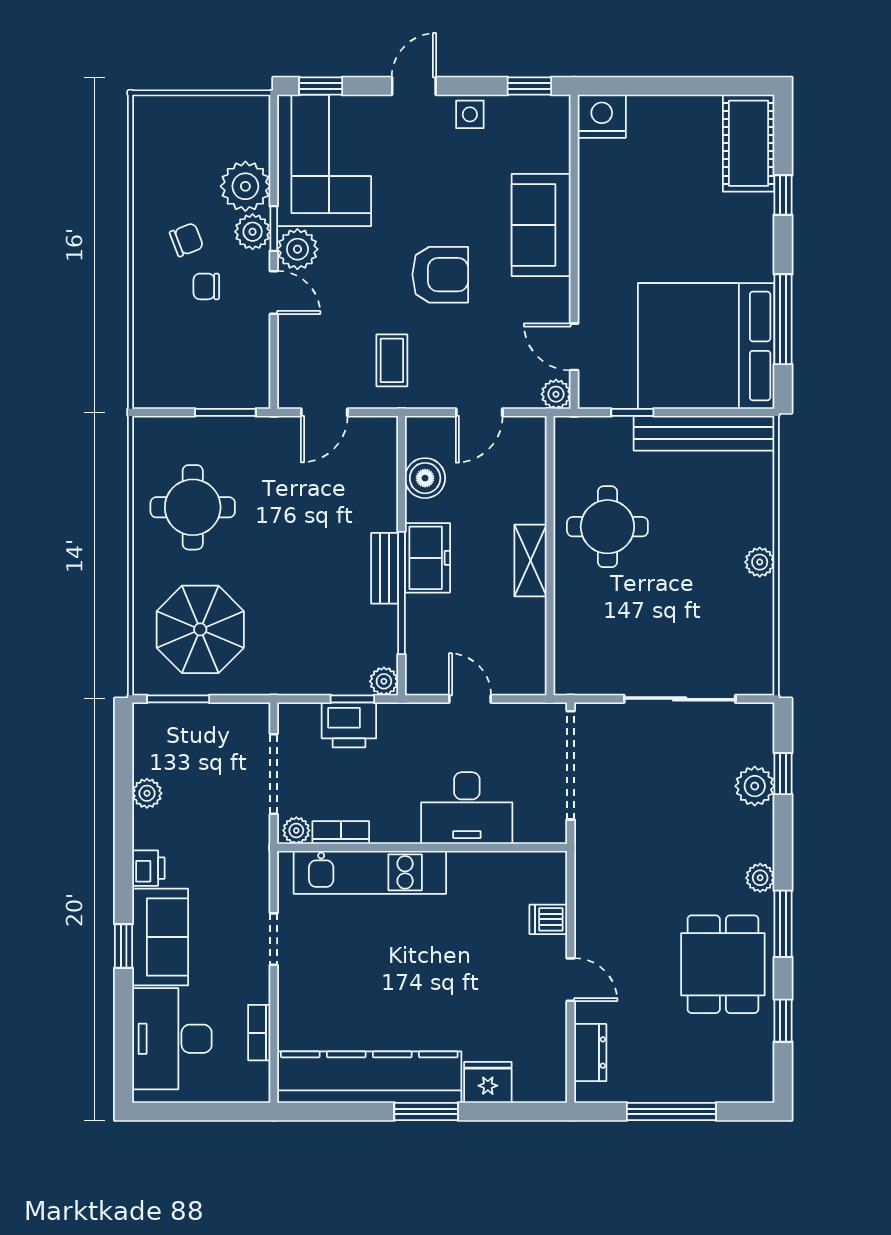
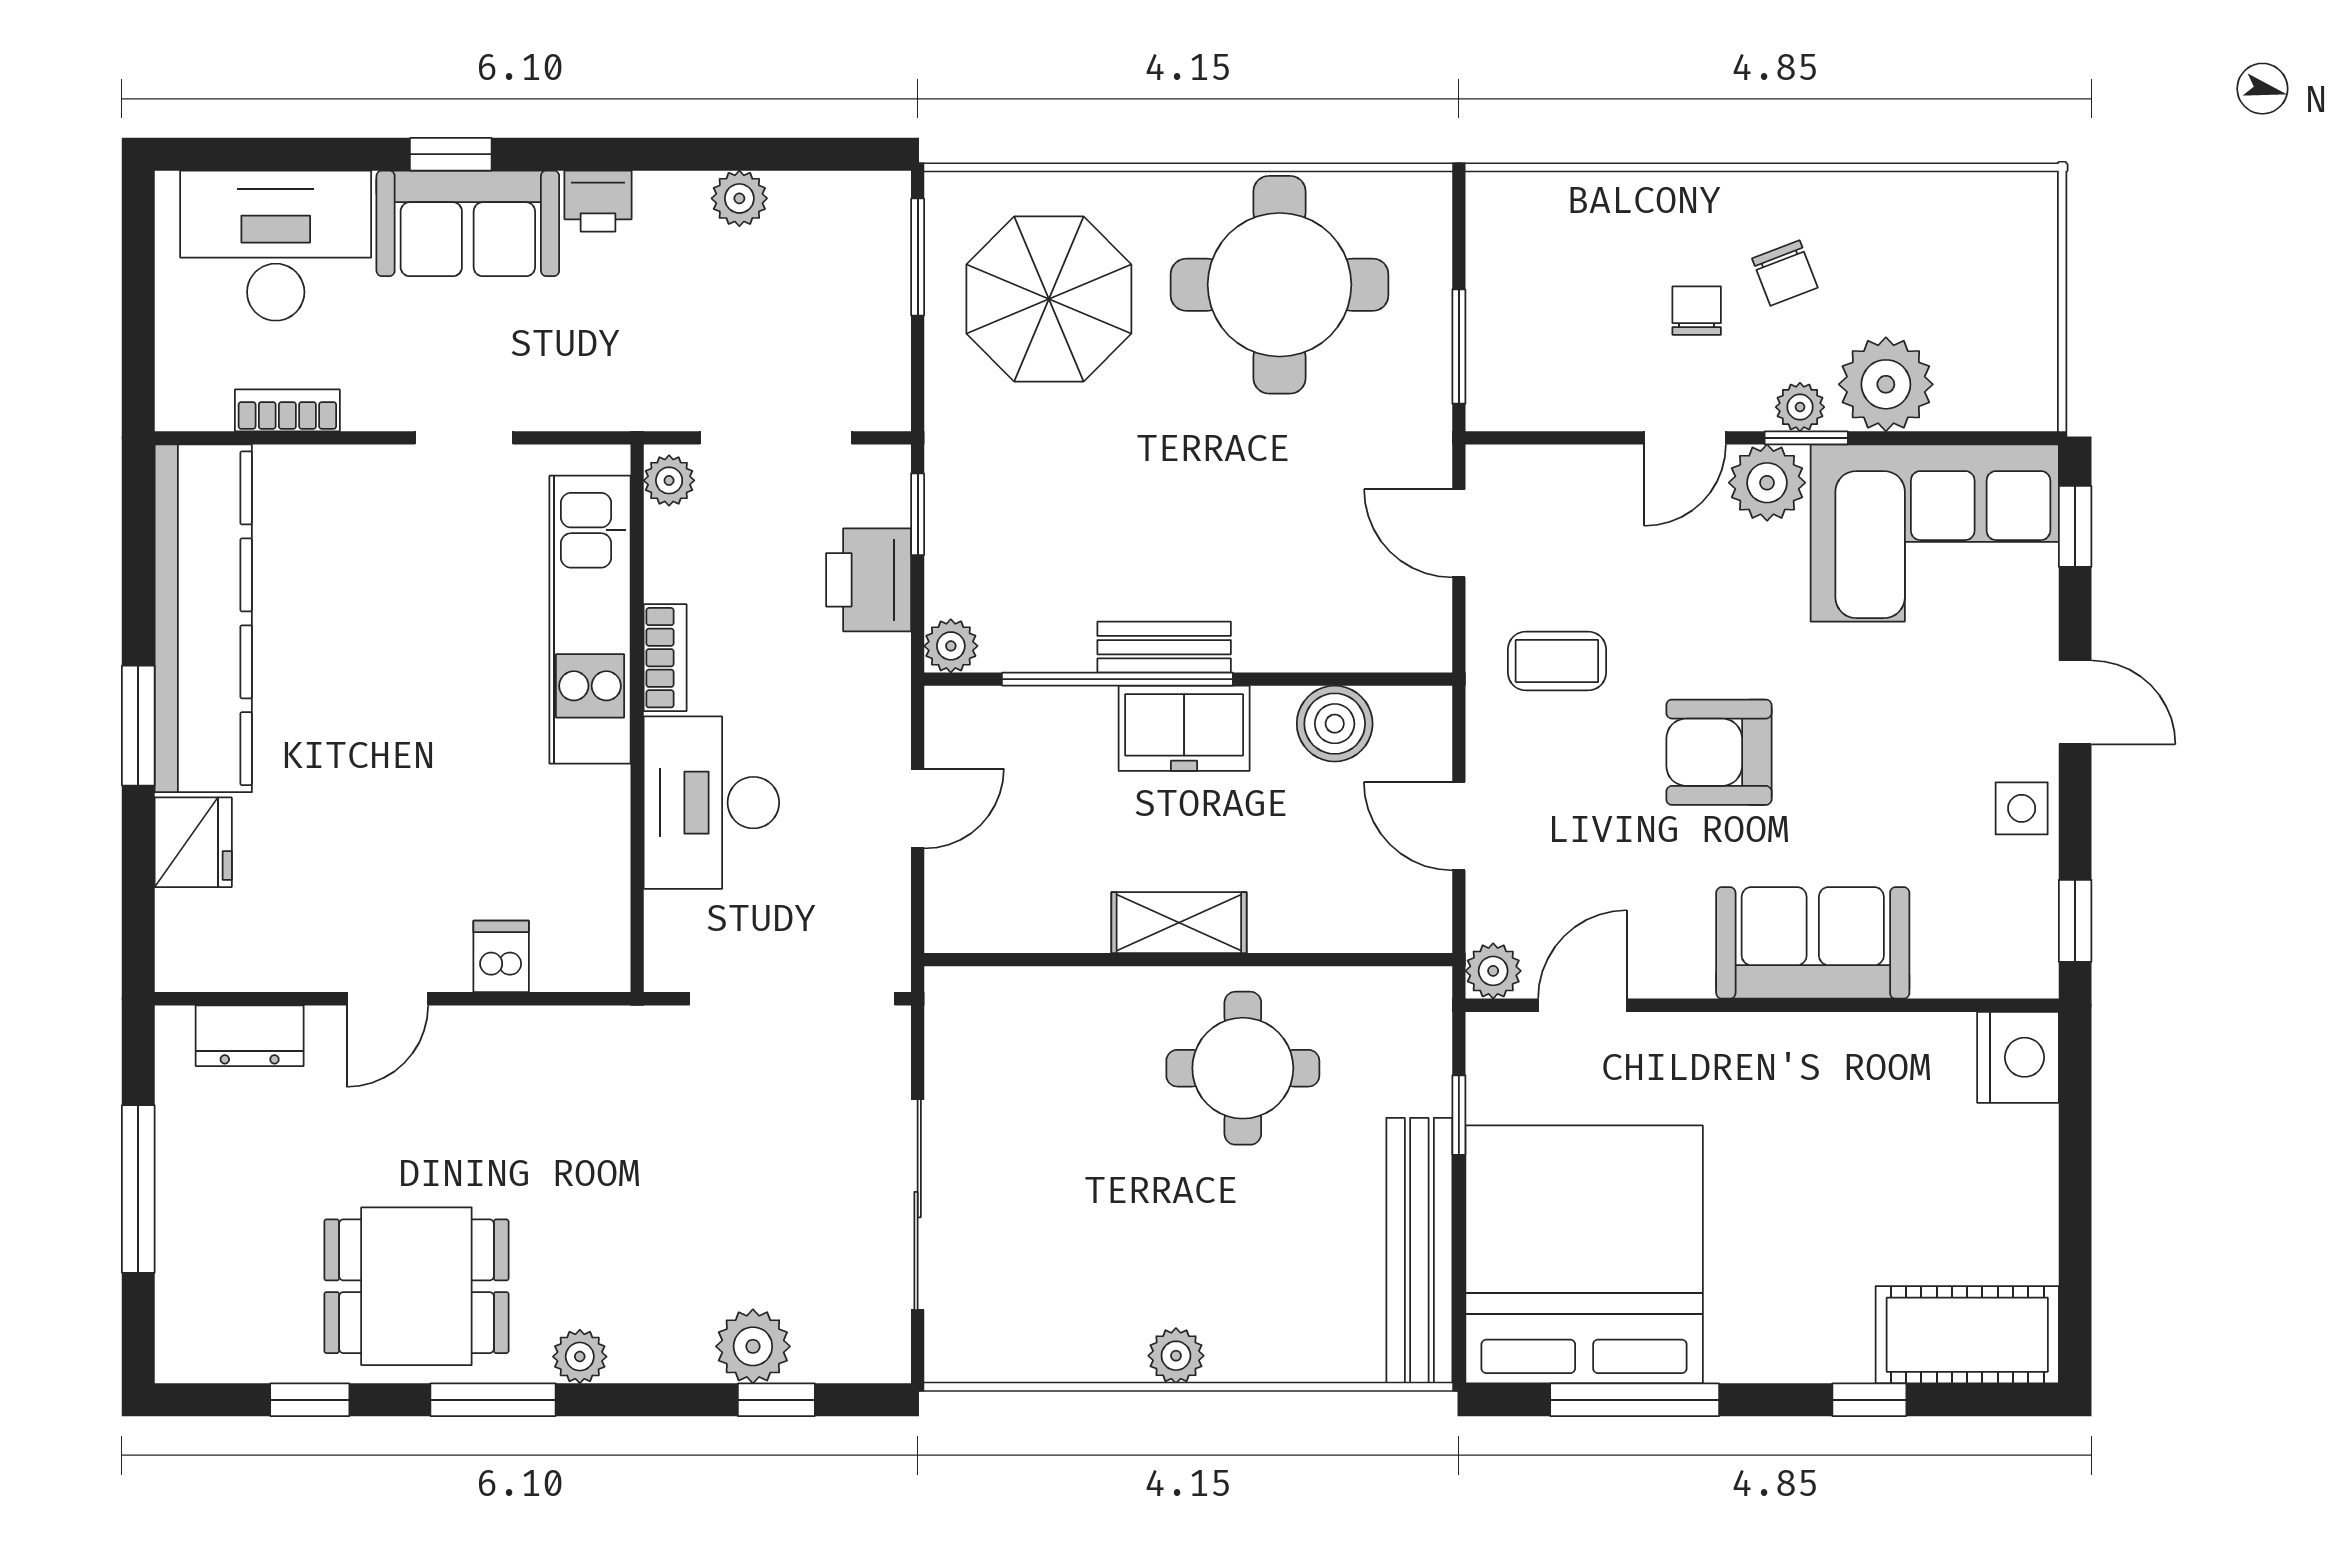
plant: (253, 232) -> (1800, 407), width x0.73, depth x0.73
armchair: (440, 275) -> (1719, 752), turned 90
round table: (193, 507) -> (1280, 285), width x1.36, depth x1.36
window: (352, 699) -> (918, 514), moved
bookcase: (341, 833) -> (665, 658), moved

